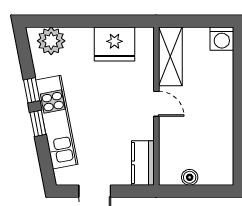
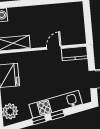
door: (156, 104) -> (54, 48), moved
boiler: (190, 177) -> (80, 26), removed

